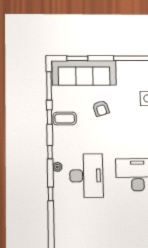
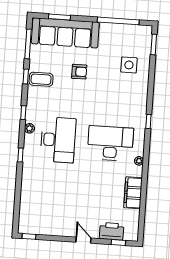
armchair: (101, 108) -> (79, 72), turned -73

